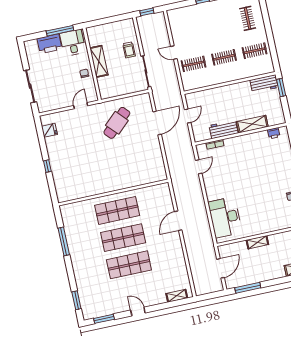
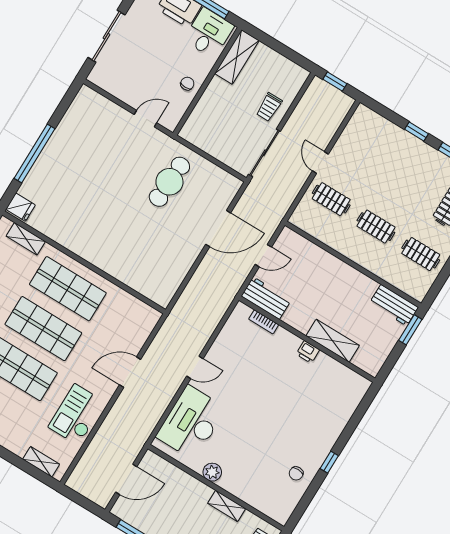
shelving: (99, 61) -> (237, 57), moved
cafe table: (117, 123) -> (169, 182), turned -44
workbench: (224, 129) -> (266, 298), moved
fridge: (49, 130) -> (21, 207), moved
printer: (274, 133) -> (308, 352), moved
window: (47, 166) -> (35, 154), width x3.17
door: (199, 167) -> (195, 367), moved
shelving: (79, 206) -> (26, 239), added
plant: (254, 230) -> (212, 472), added
shelving: (257, 242) -> (227, 506), moved
checkout: (173, 261) -> (77, 415), added

